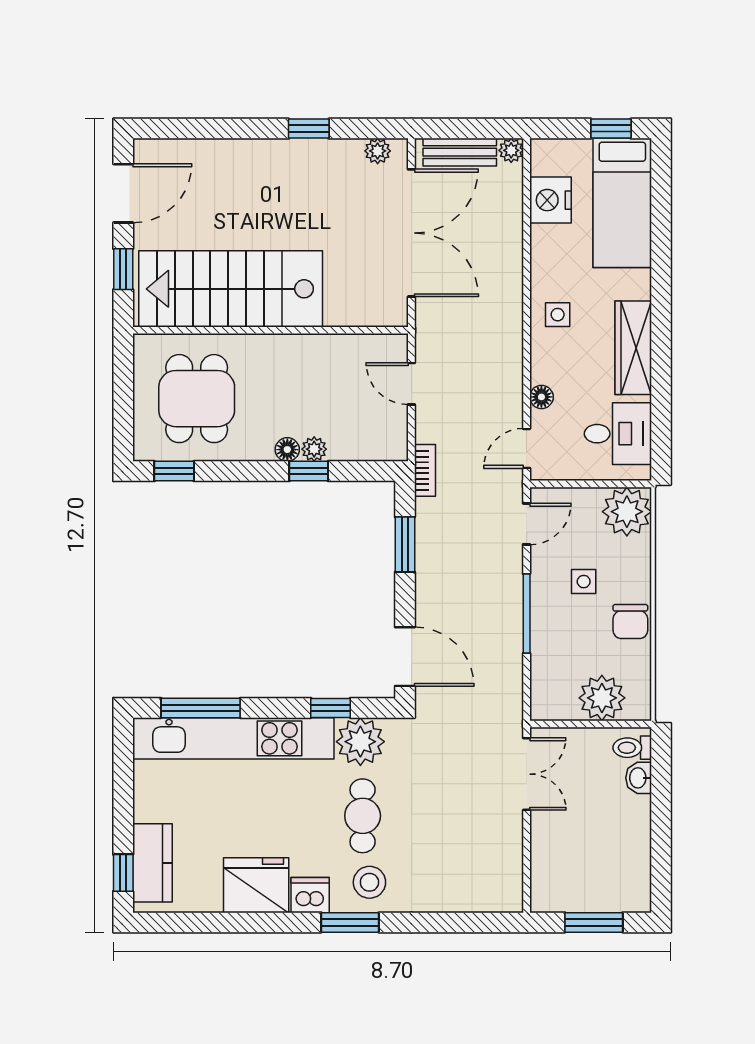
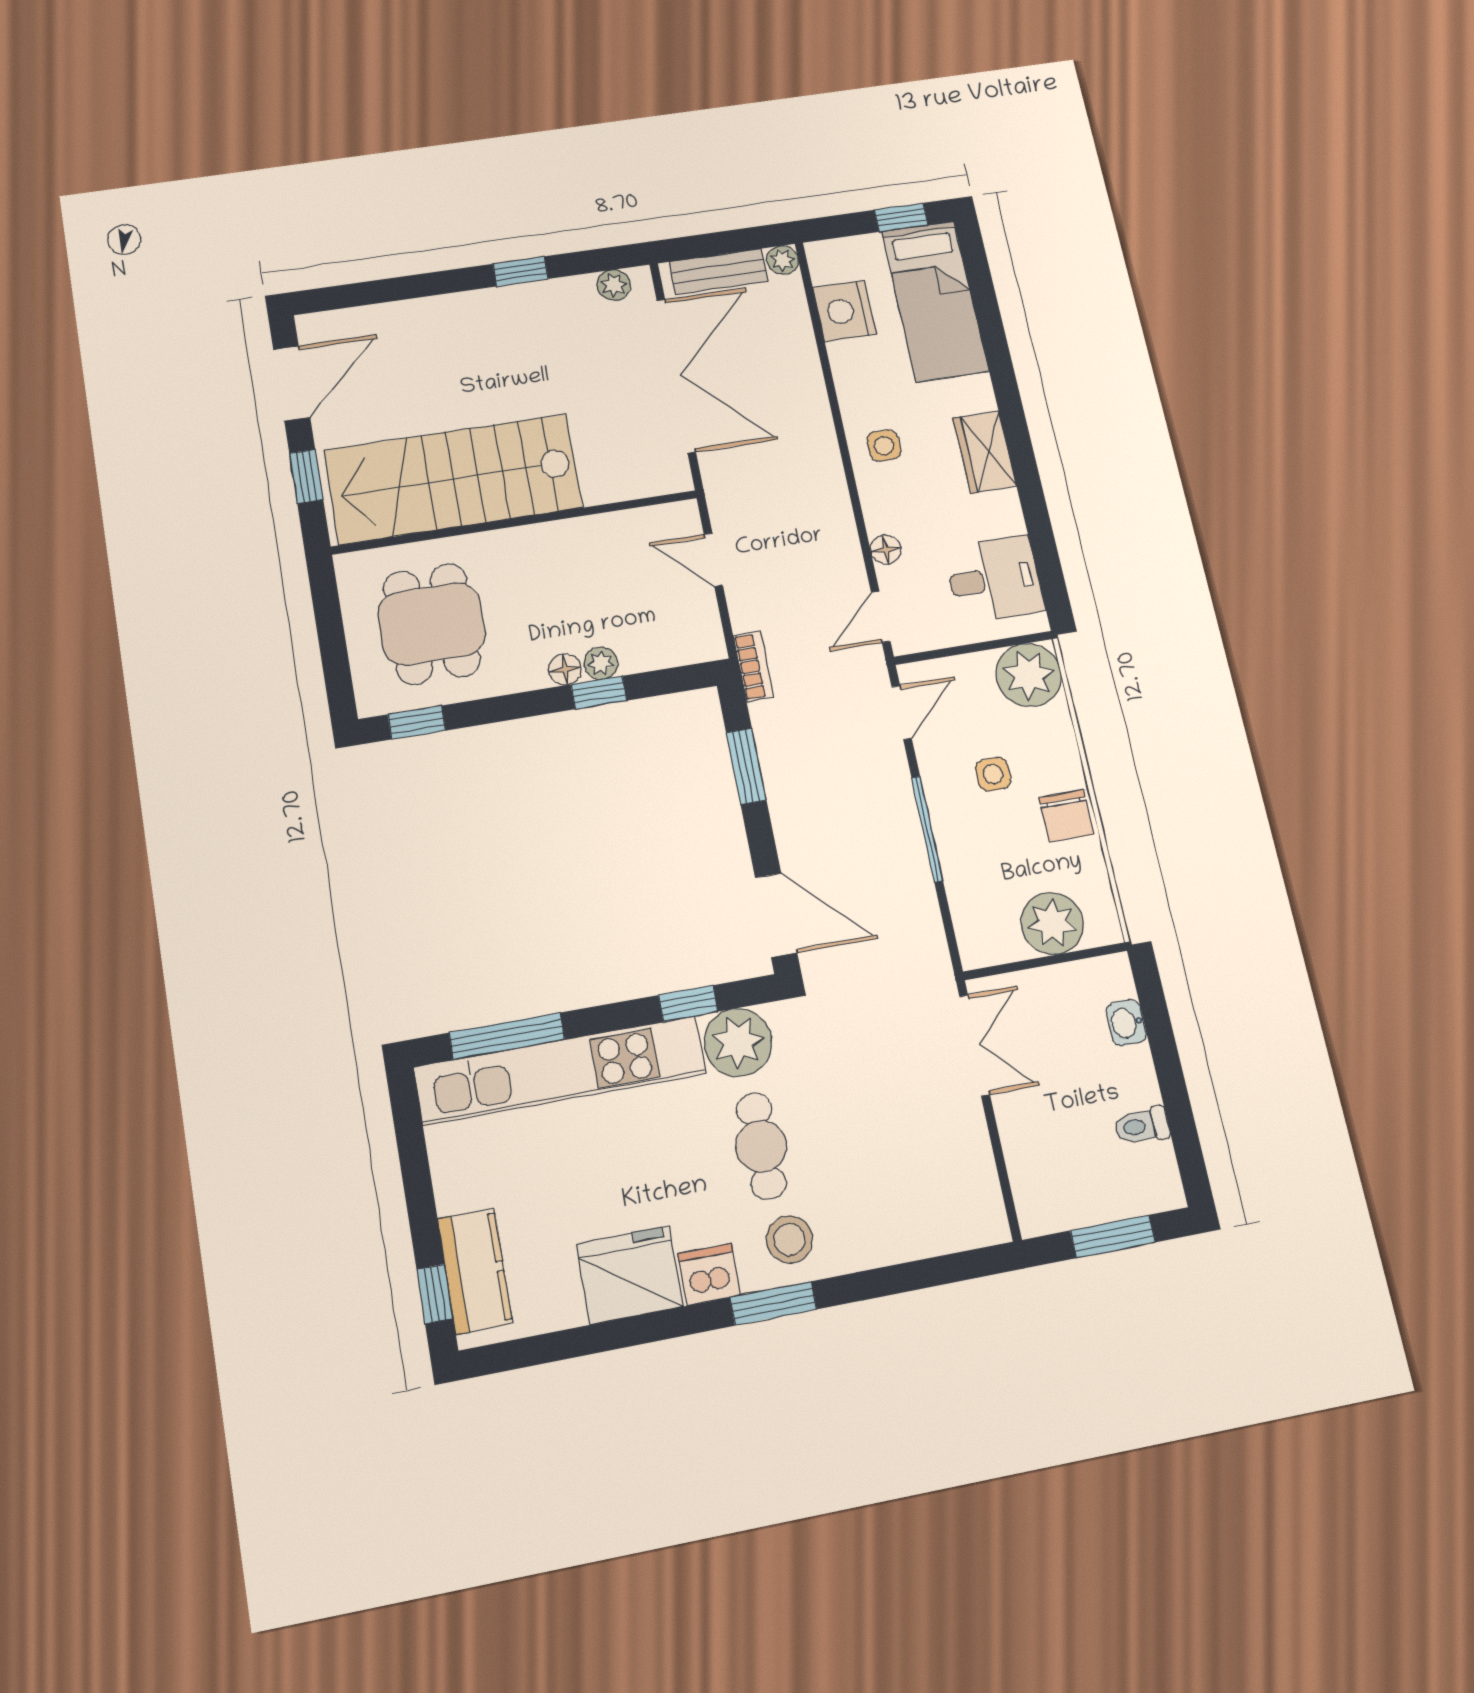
wardrobe: (633, 348) -> (985, 452), width x0.67
toilet: (632, 748) -> (1142, 1126), moved

